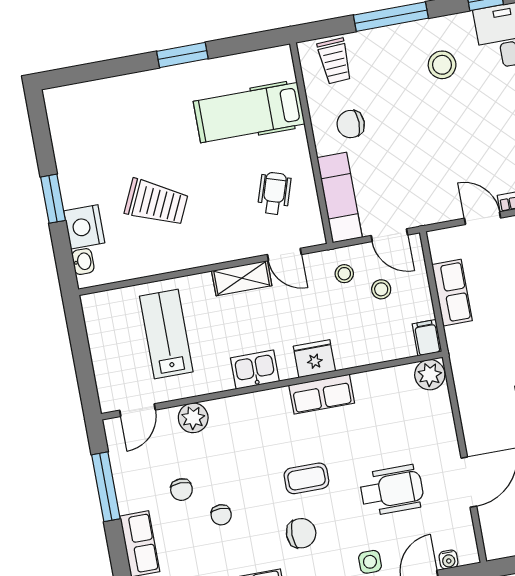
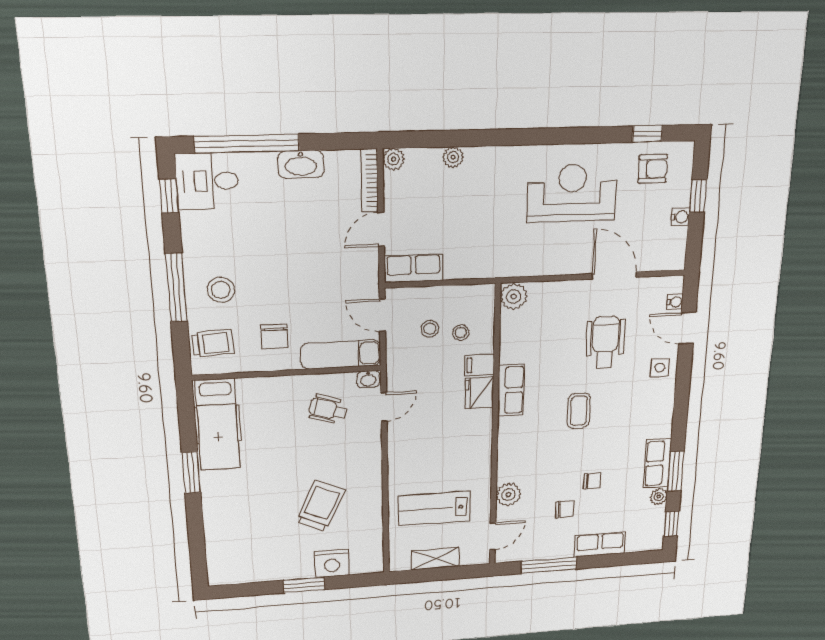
stool: (442, 65) -> (221, 290), moved
hospital bed: (249, 113) -> (218, 425), moved
door: (389, 235) -> (382, 315), swing flipped
washbasin: (83, 262) -> (368, 379), moved, turned 180
stool: (344, 274) -> (461, 333), moved
shelving: (242, 278) -> (435, 559), moved, turned 90
row of seats: (452, 293) -> (413, 268), moved
filing cabinet: (427, 338) -> (479, 365), moved
kitchen sink: (255, 370) -> (479, 442), removed
door: (137, 410) -> (493, 536), hinge flipped
chair: (301, 533) -> (623, 420), removed

